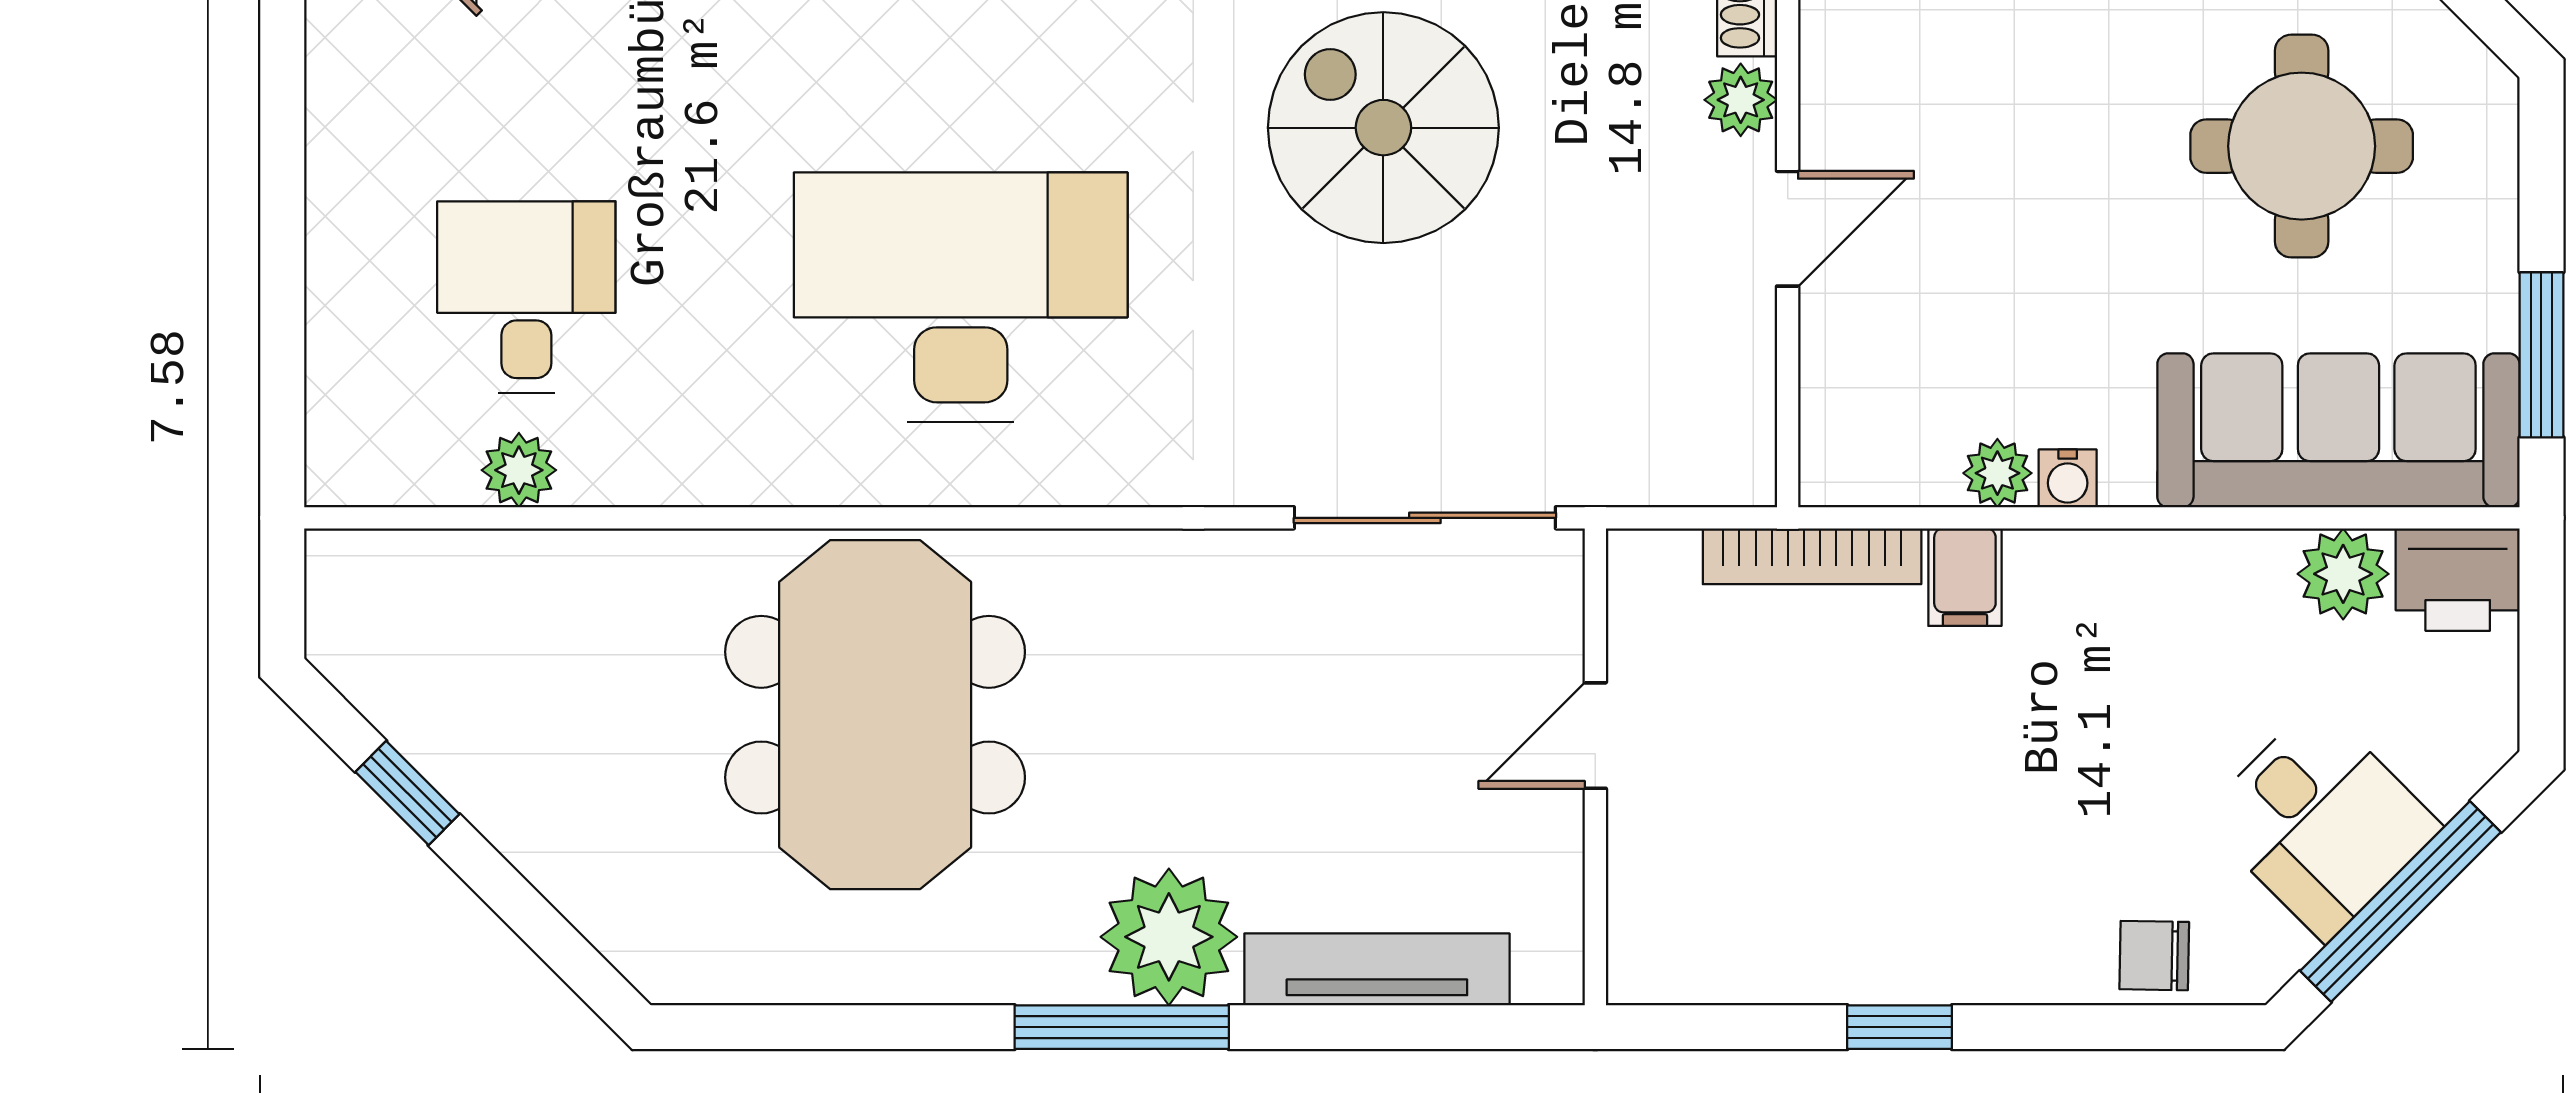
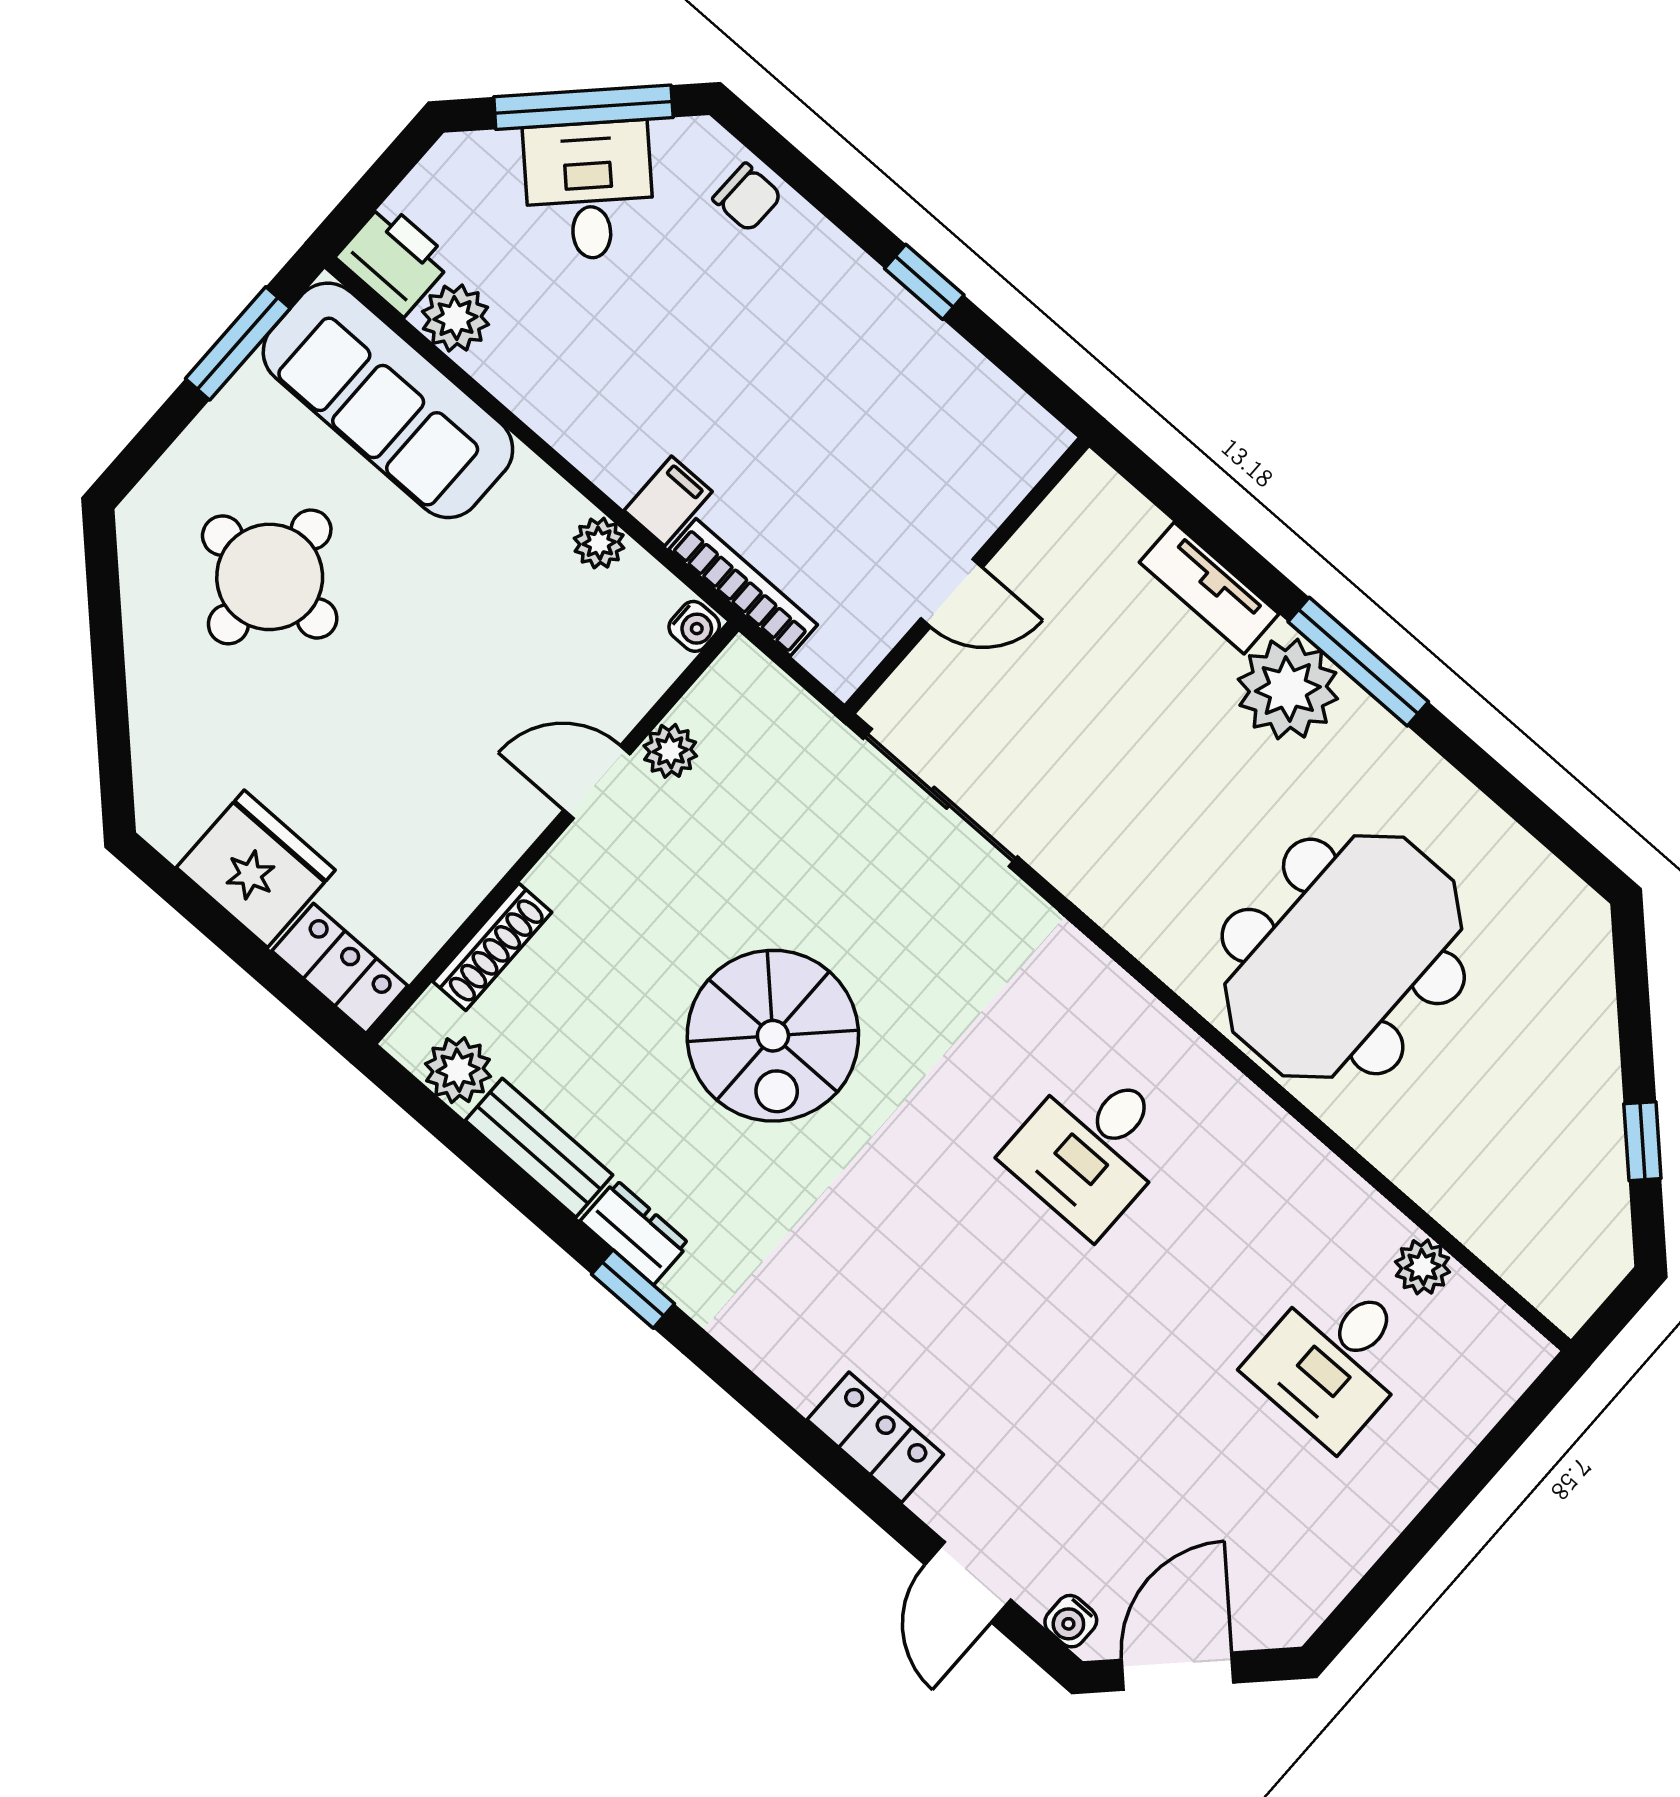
plant: (1741, 100) -> (670, 751), moved
desk: (961, 297) -> (1092, 1147), width x0.53, depth x0.77
water cooler: (2068, 478) -> (694, 626), moved, turned 90
tv unit: (1377, 969) -> (1209, 588), width x0.71

